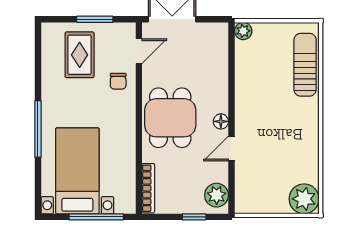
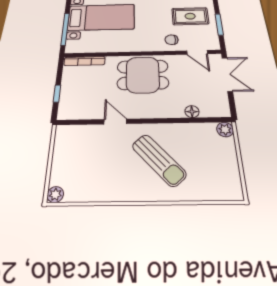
sun lounger: (305, 65) -> (159, 160), moved, turned 48
floor lamp: (221, 121) -> (192, 112), moved
plant: (217, 195) -> (74, 110), removed
plant: (304, 199) -> (55, 195), width x0.53, depth x0.53

